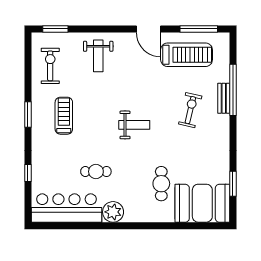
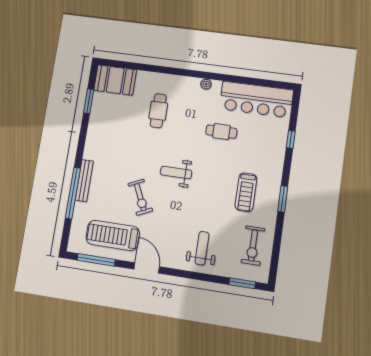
bench: (224, 98) -> (84, 181), width x1.36
exercise bike: (190, 110) -> (140, 197), moved, turned -38
booth: (202, 203) -> (115, 80), width x0.73, depth x0.70
plant: (113, 212) -> (206, 84), width x0.53, depth x0.53

